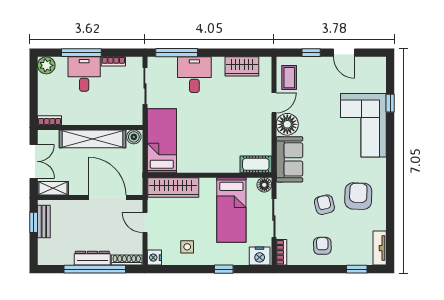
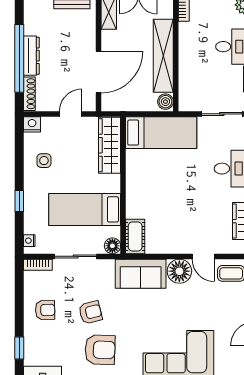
nightstand: (260, 256) -> (29, 241), width x0.53, depth x0.56

